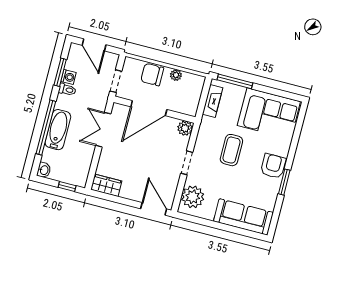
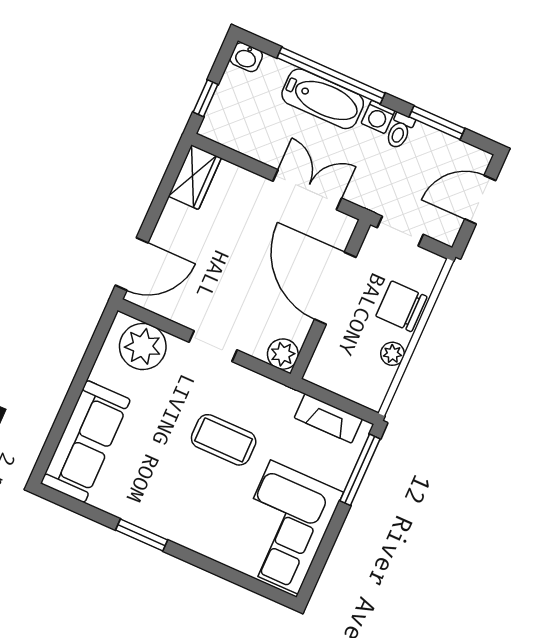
chair: (152, 75) -> (401, 306), turned -90
washing machine: (68, 77) -> (378, 117), moved
armchair: (273, 166) -> (177, 518), removed

